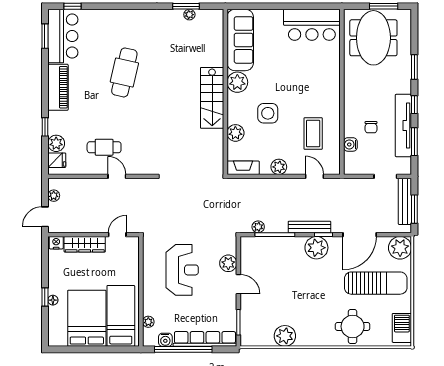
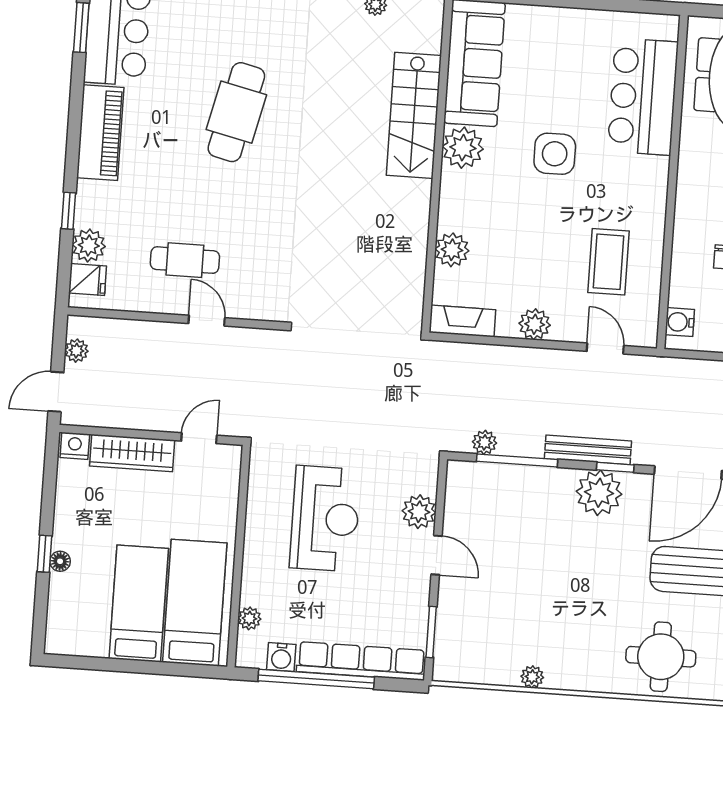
bar counter: (312, 25) -> (643, 97), moved, turned 90
stairs: (212, 98) -> (414, 115), moved
side table: (268, 113) -> (555, 154), moved
water cooler: (350, 144) -> (680, 322), moved
bed: (87, 318) -> (139, 604), width x0.67
plant: (285, 336) -> (532, 677), width x0.53, depth x0.53

